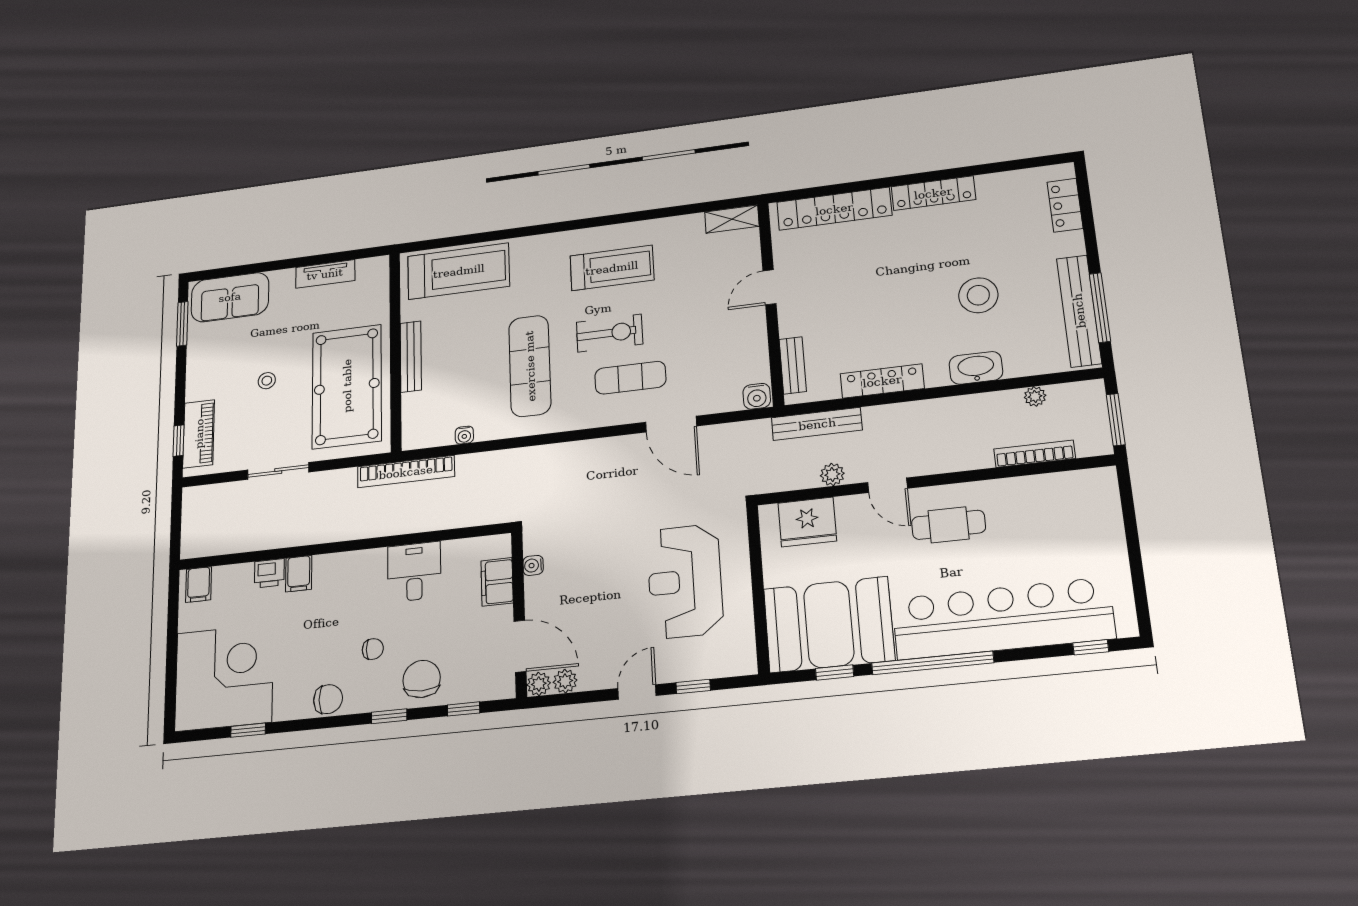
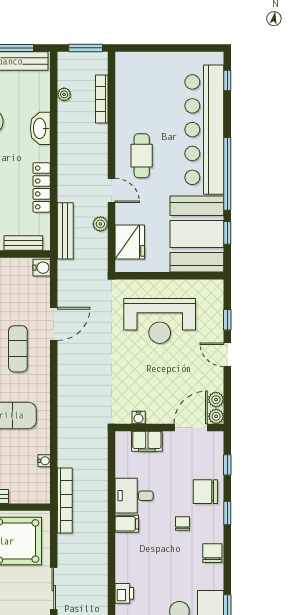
door: (887, 485) -> (112, 190), hinge flipped
filing cabinet: (299, 574) -> (127, 524), moved

